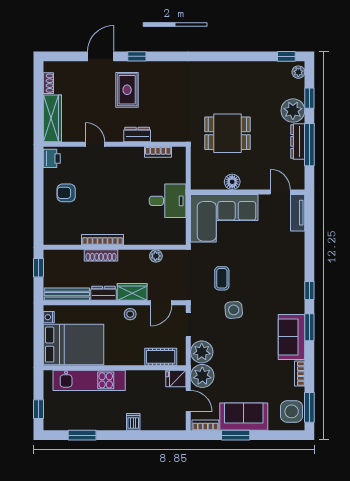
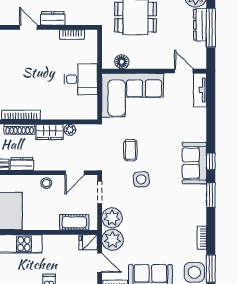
door: (95, 144) -> (28, 27), moved
floor lamp: (232, 182) -> (122, 62), moved
wardrobe: (132, 292) -> (50, 132), moved, turned 180
sofa: (292, 337) -> (194, 163), moved

